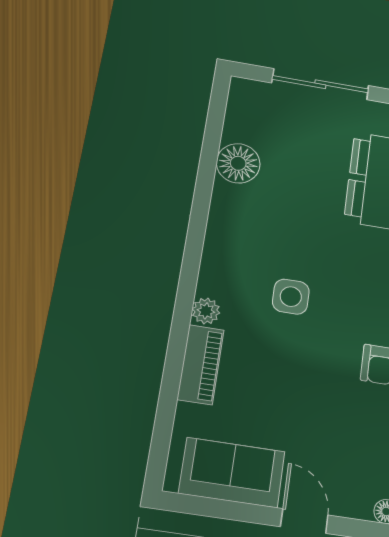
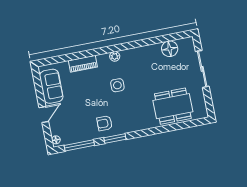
floor lamp: (238, 163) -> (170, 49), moved
plant: (206, 311) -> (115, 56), moved

